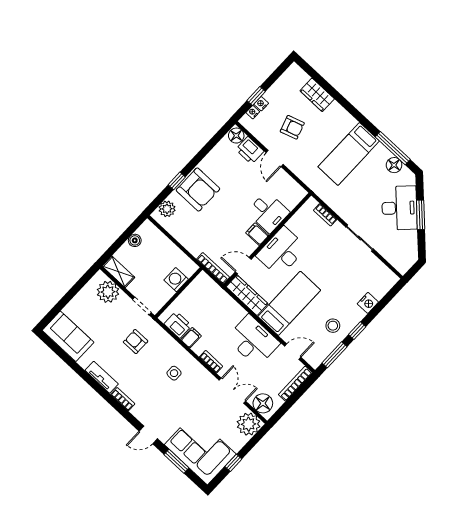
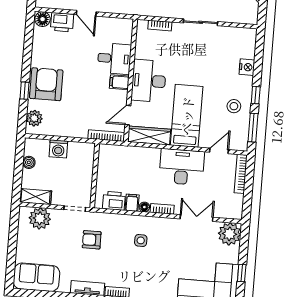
armchair: (198, 189) -> (46, 84), turned -90
washing machine: (176, 280) -> (58, 149), moved, turned -90
floor lamp: (263, 403) -> (144, 207), moved, width x0.53, depth x0.53

